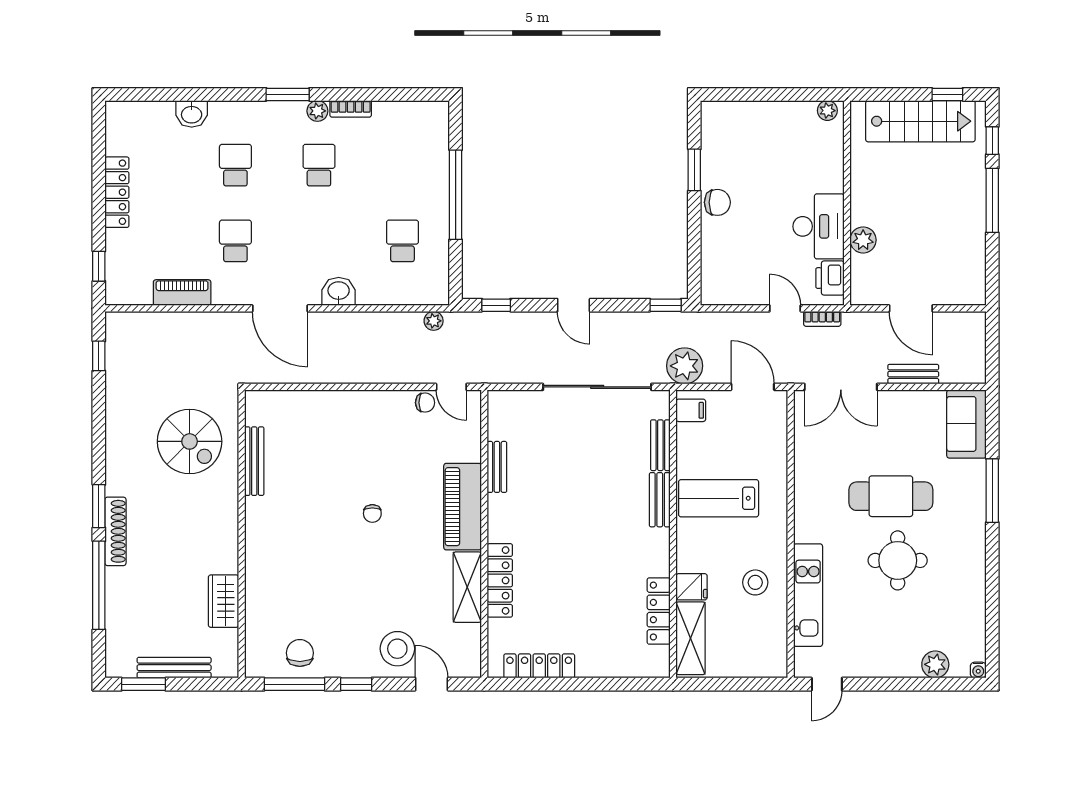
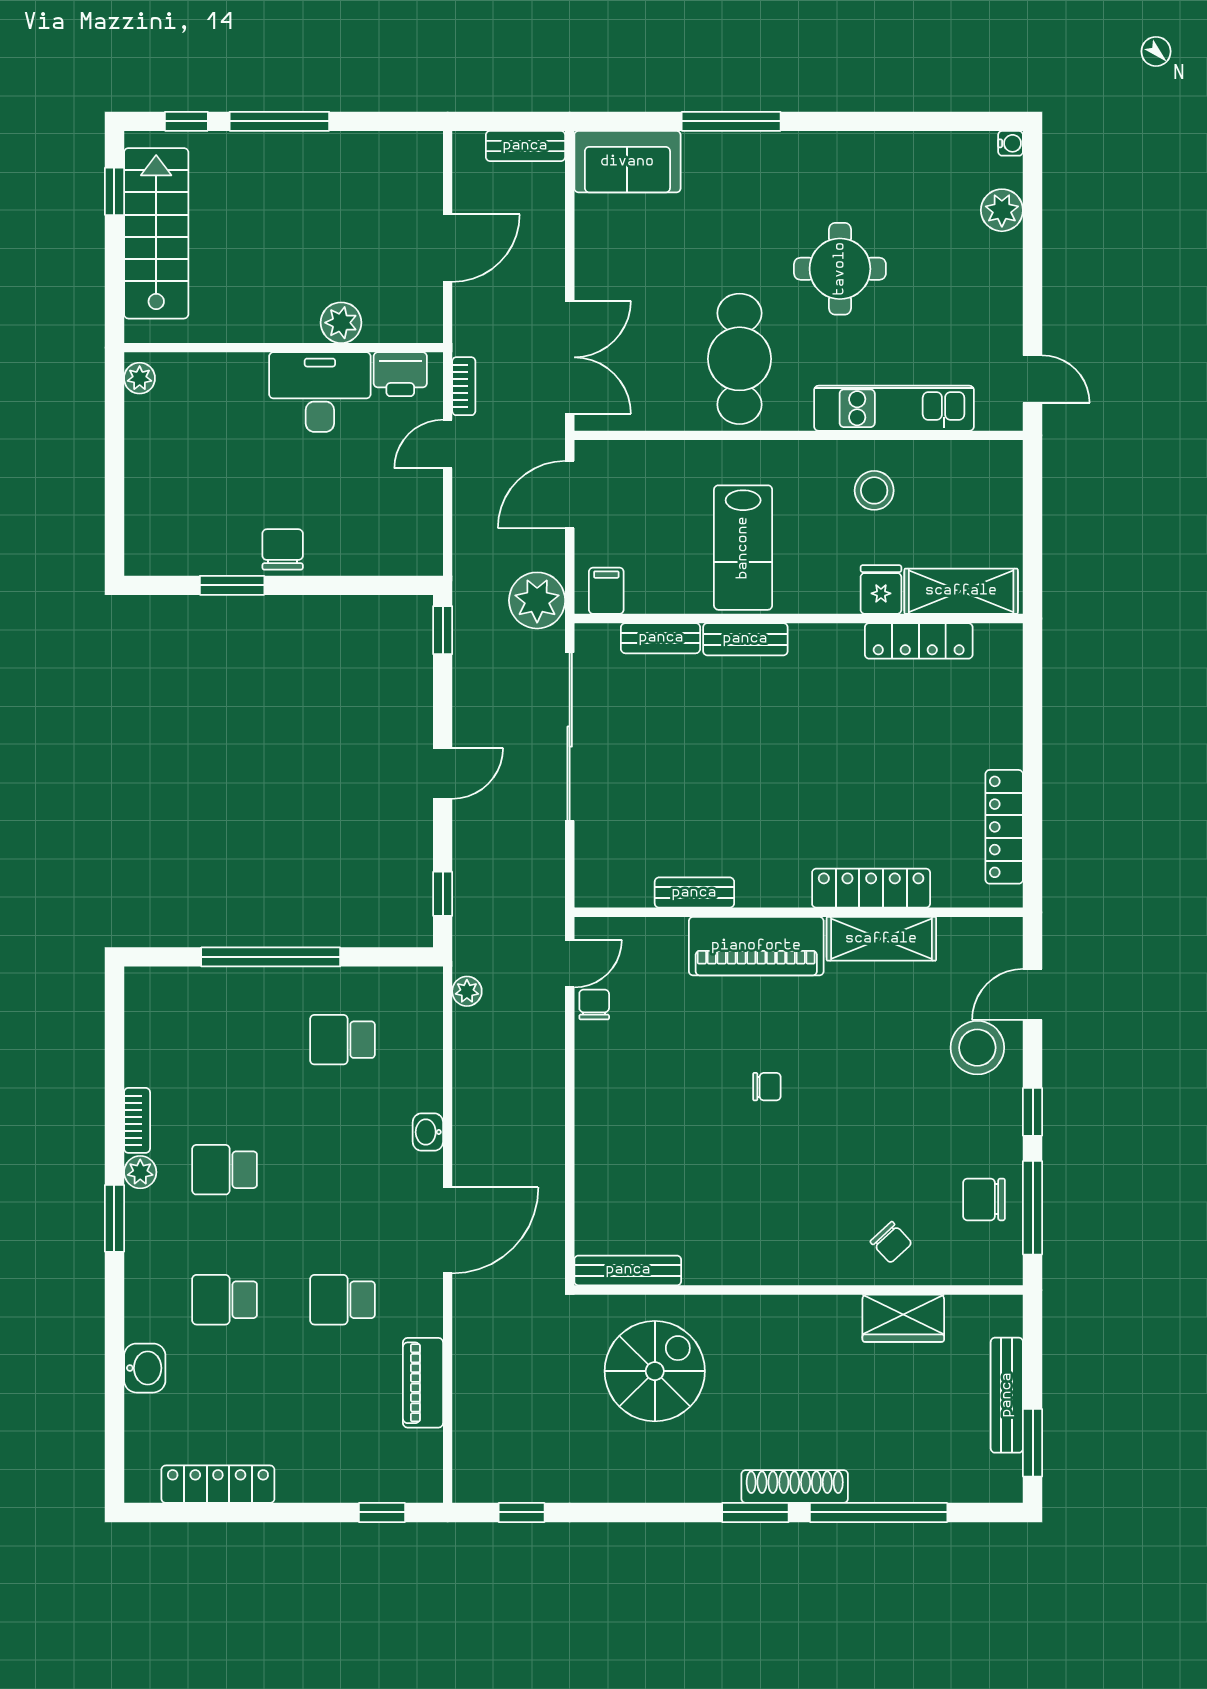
locker: (117, 192) -> (218, 1484), moved
washbasin: (339, 291) -> (428, 1132), width x0.72, depth x0.69
bench: (913, 374) -> (525, 146), moved, turned 90
bench: (254, 461) -> (628, 1270), moved
cafe table: (891, 496) -> (739, 359), moved
chair: (272, 593) -> (891, 1242), added

